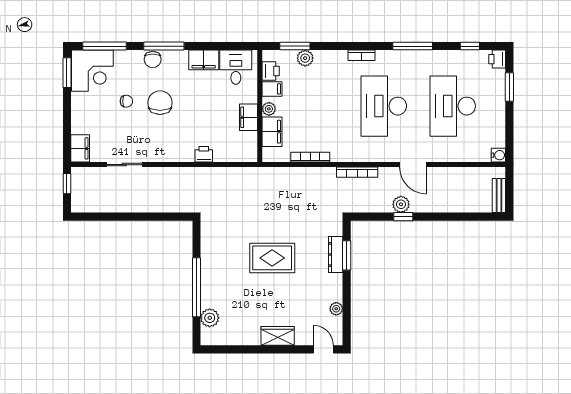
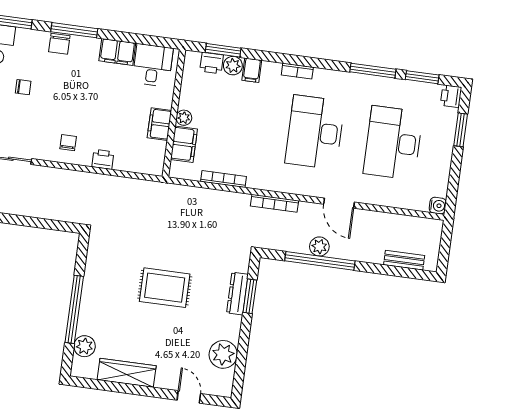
window: (413, 46) -> (373, 71), moved
window: (470, 46) -> (422, 77), width x1.50
printer: (271, 71) -> (212, 63), moved, turned 90
filing cabinet: (272, 89) -> (252, 70), moved, turned 90
chair: (160, 103) -> (68, 143), moved, width x0.54, depth x0.54
bench: (499, 196) -> (404, 260), moved, turned 90
window: (403, 217) -> (320, 261), width x3.17
plant: (336, 309) -> (223, 354), width x1.87, depth x1.87
wardrobe: (278, 336) -> (127, 373), moved, width x1.50
door: (323, 349) -> (189, 397), moved

